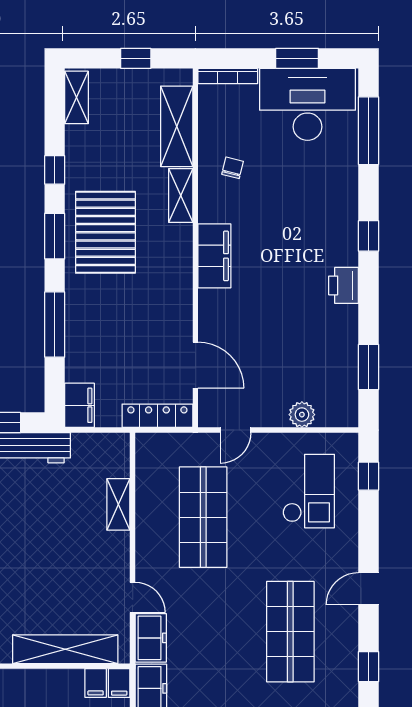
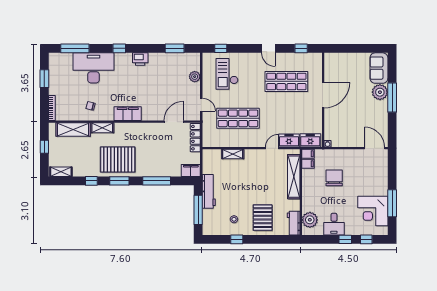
desk: (308, 104) -> (94, 68), moved, turned 90
checkout: (309, 491) -> (227, 74), turned -90

